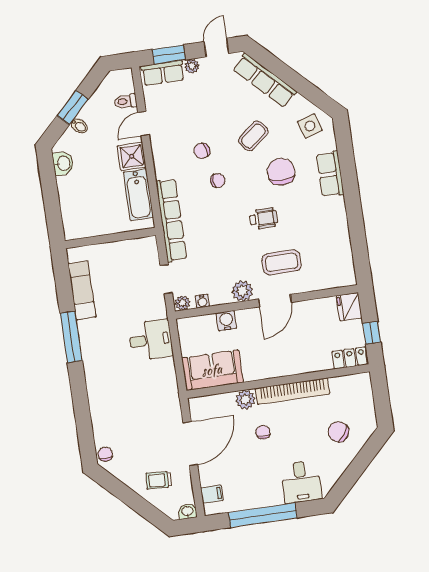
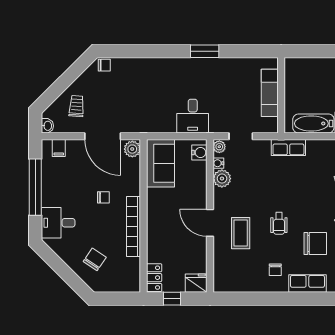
chair: (218, 181) -> (275, 270), moved
row of seats: (171, 220) -> (288, 147), width x0.50
exam couch: (82, 290) -> (270, 93), moved, turned 90
plant: (242, 291) -> (222, 179), moved
water cooler: (226, 321) -> (199, 153), moved
window: (71, 337) -> (205, 51), width x0.69
plant: (245, 400) -> (132, 149), moved

